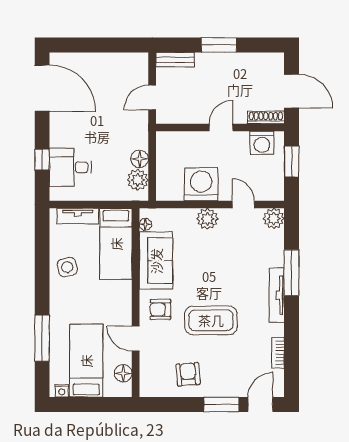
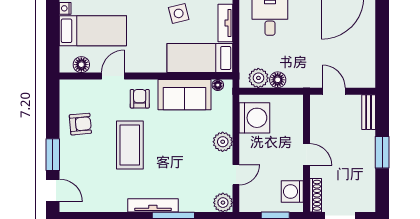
washing machine: (201, 184) -> (254, 118), moved
bookcase: (278, 353) -> (100, 206), removed

